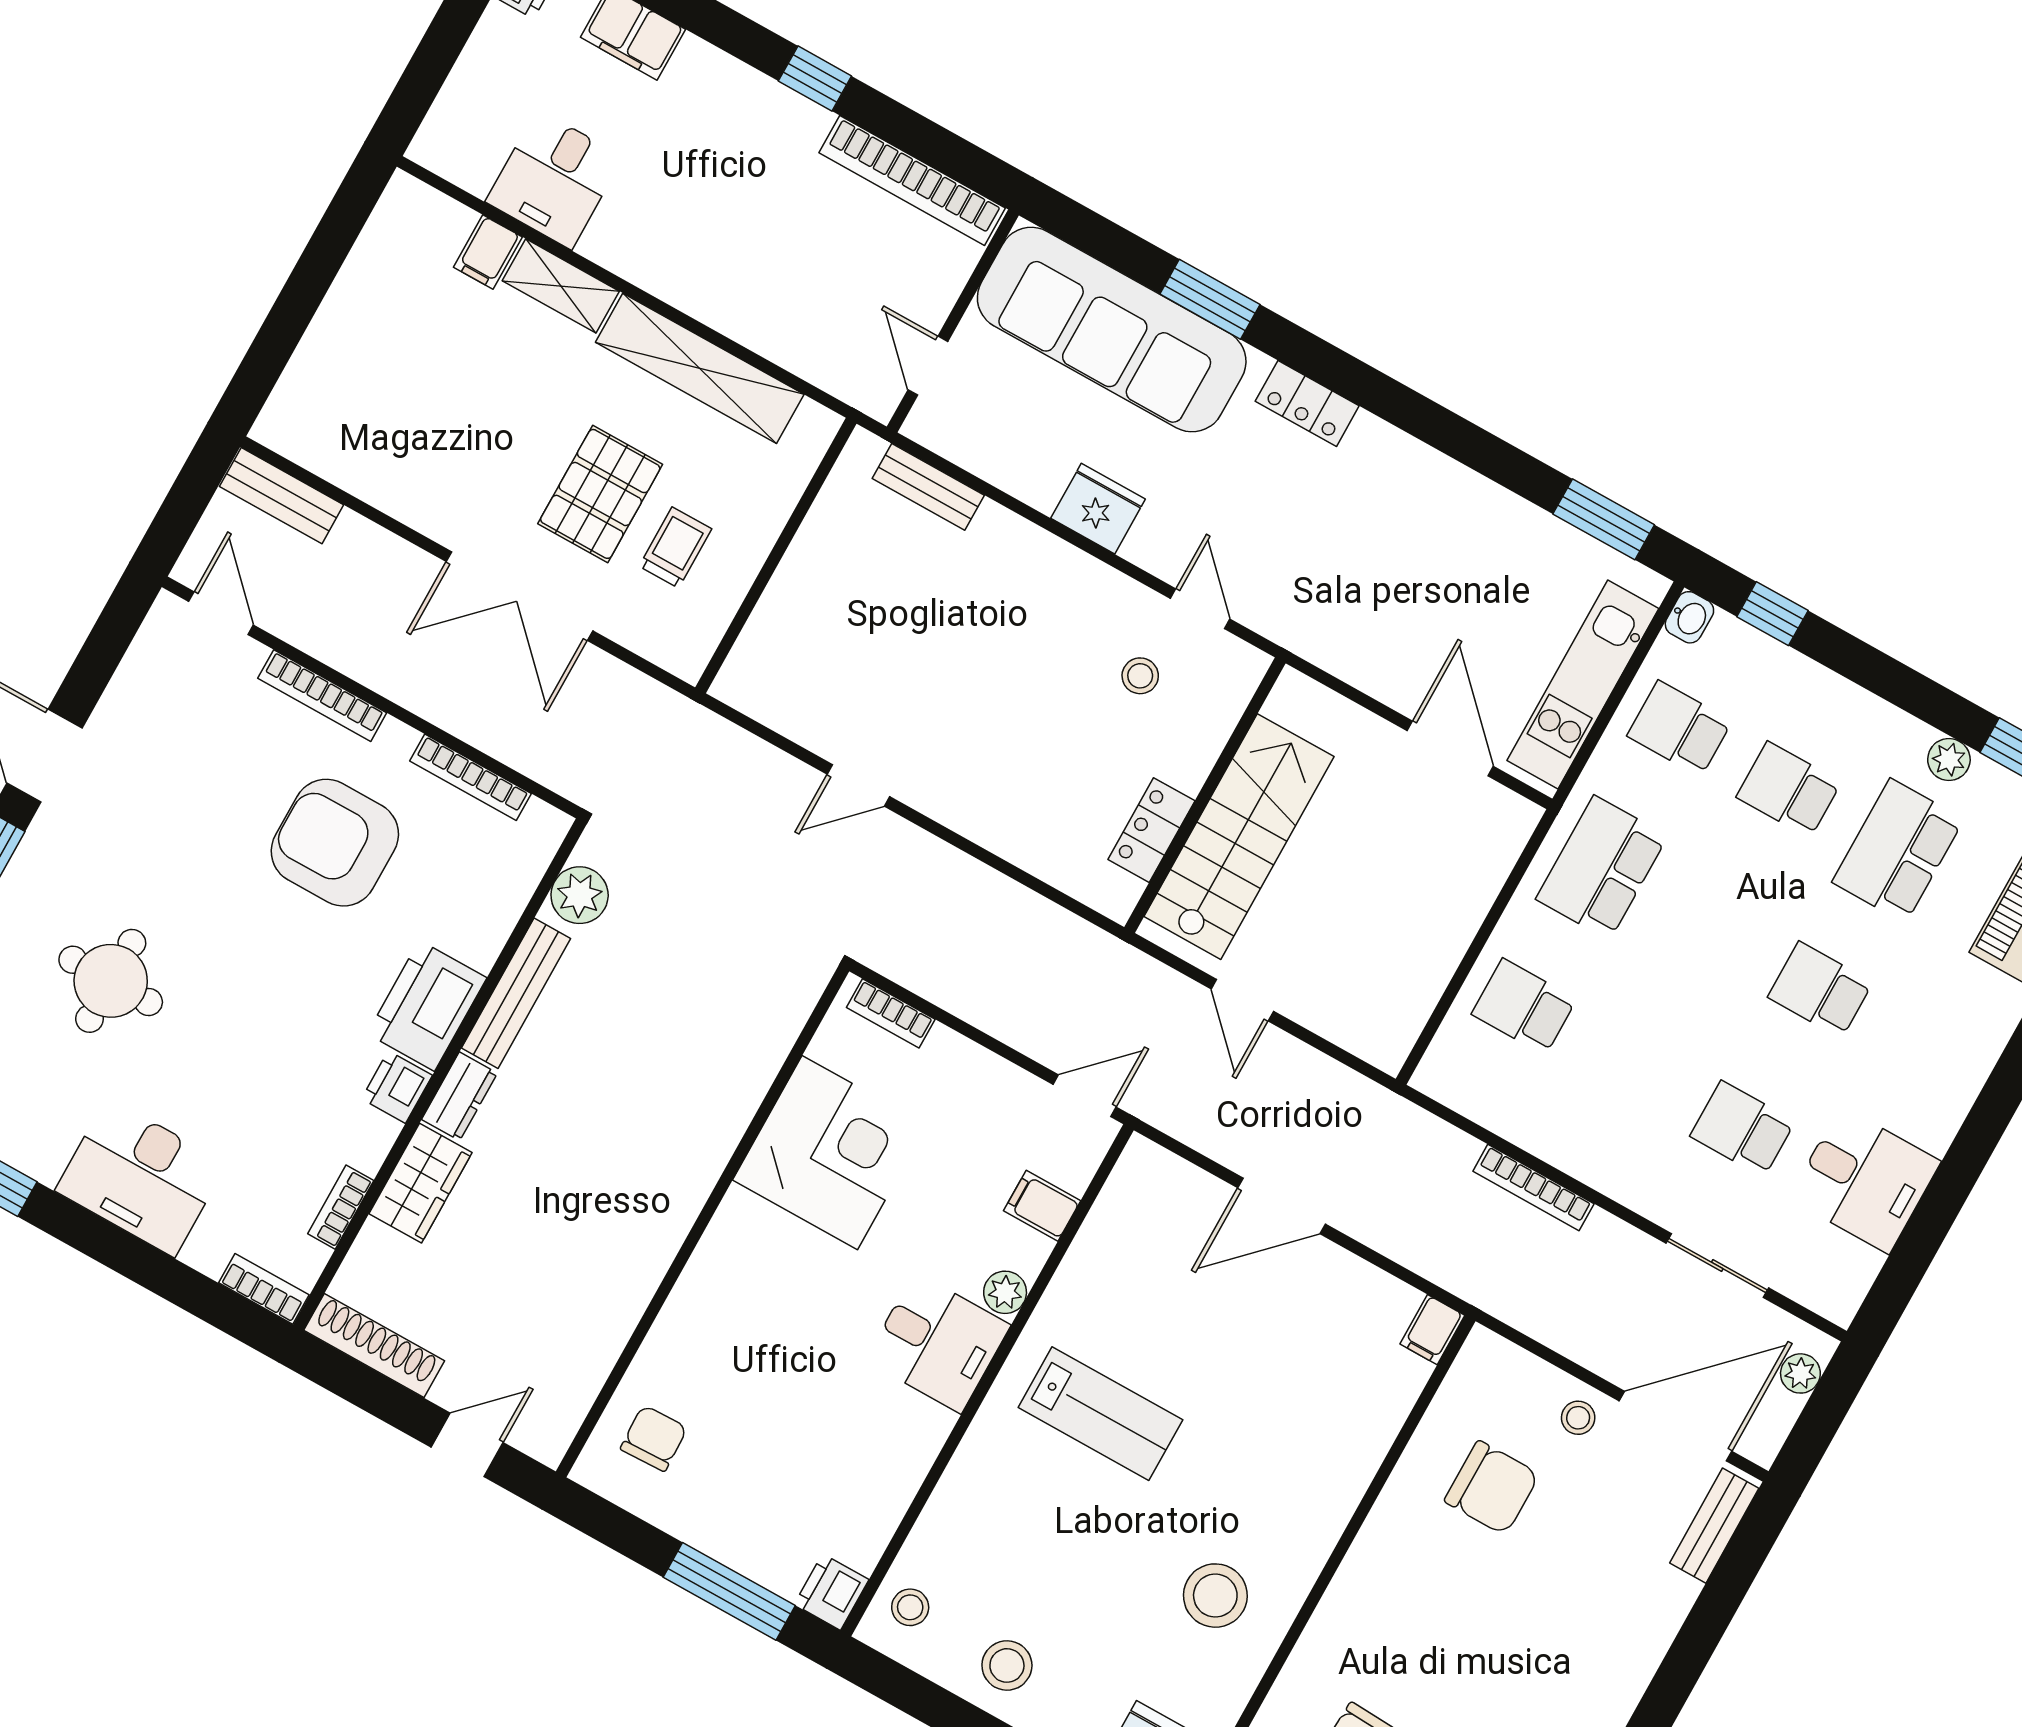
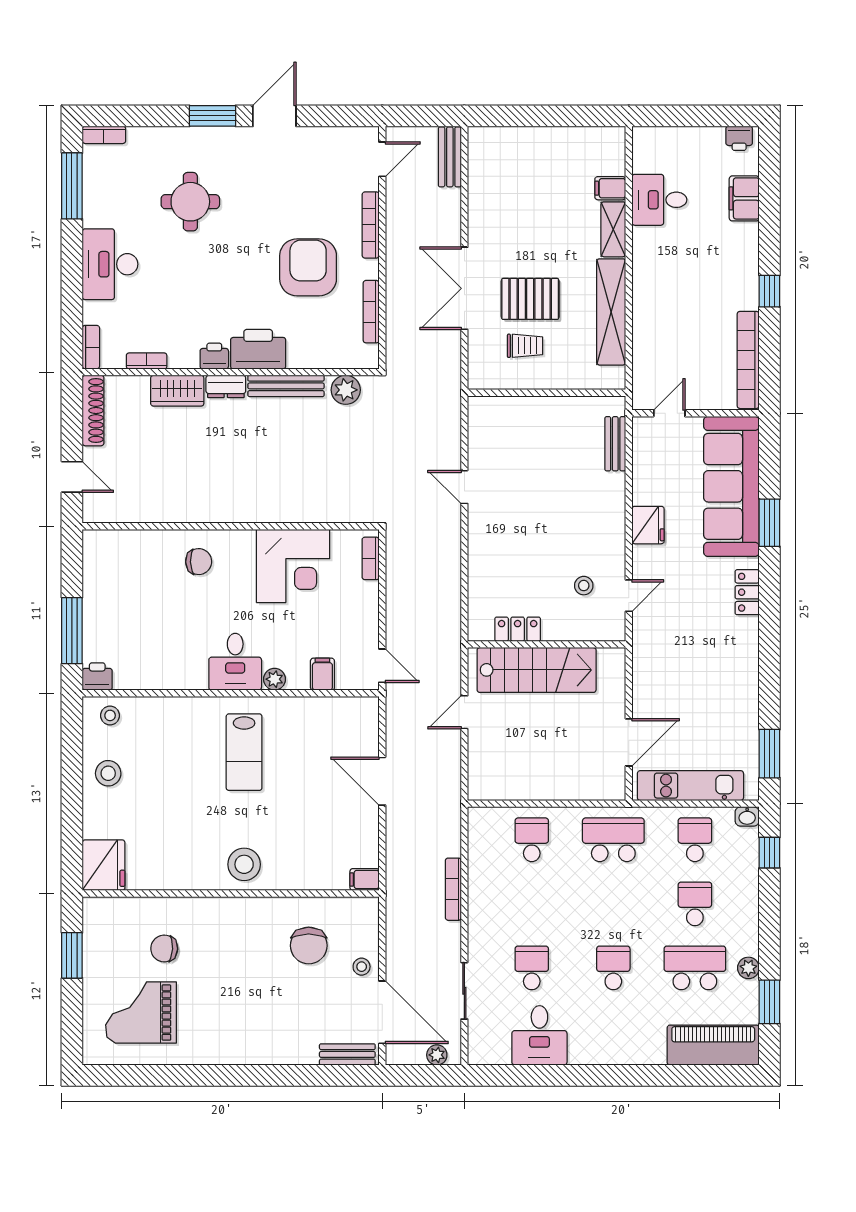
chair: (654, 1438) -> (199, 562), moved
stool: (1215, 1596) -> (244, 864), moved

